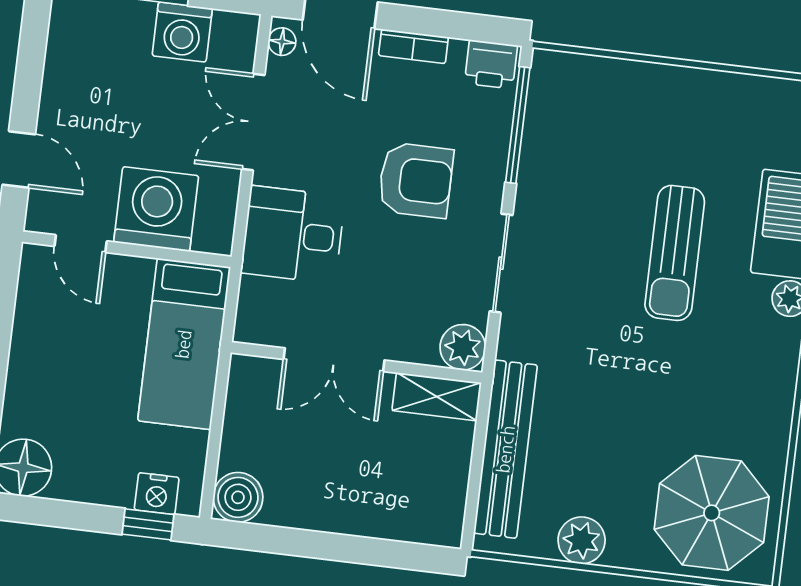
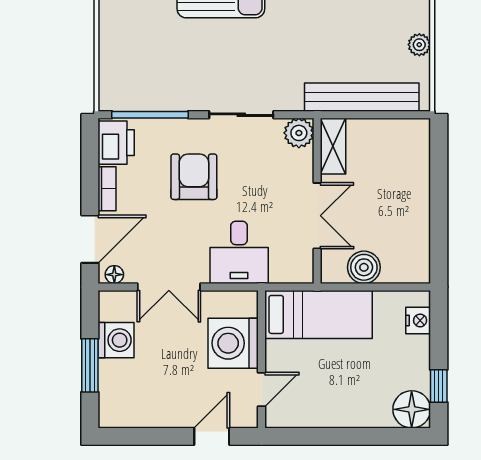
printer: (491, 64) -> (116, 143), width x1.36, depth x1.24
boiler: (238, 497) -> (364, 267), moved
window: (148, 524) -> (439, 386), moved
plant: (582, 540) -> (419, 45), width x0.73, depth x0.73

